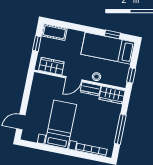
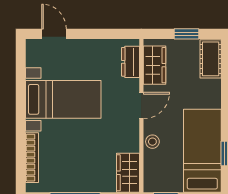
door: (74, 79) -> (141, 105), swing flipped
dresser: (90, 89) -> (131, 62), moved

